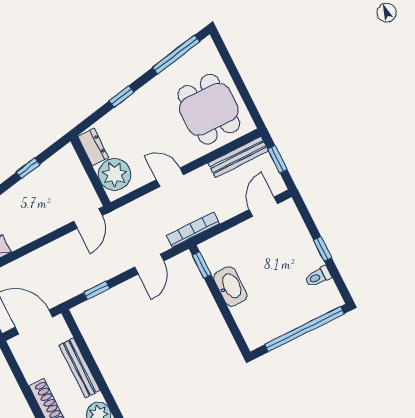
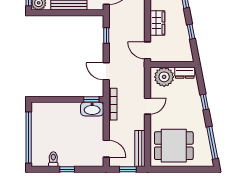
wardrobe: (40, 224) -> (157, 23), added
washbasin: (230, 287) -> (92, 109), moved

